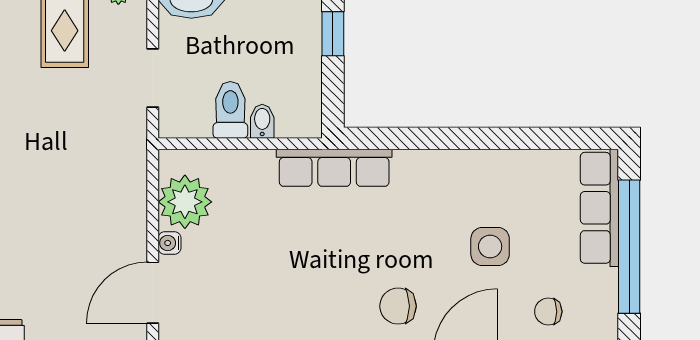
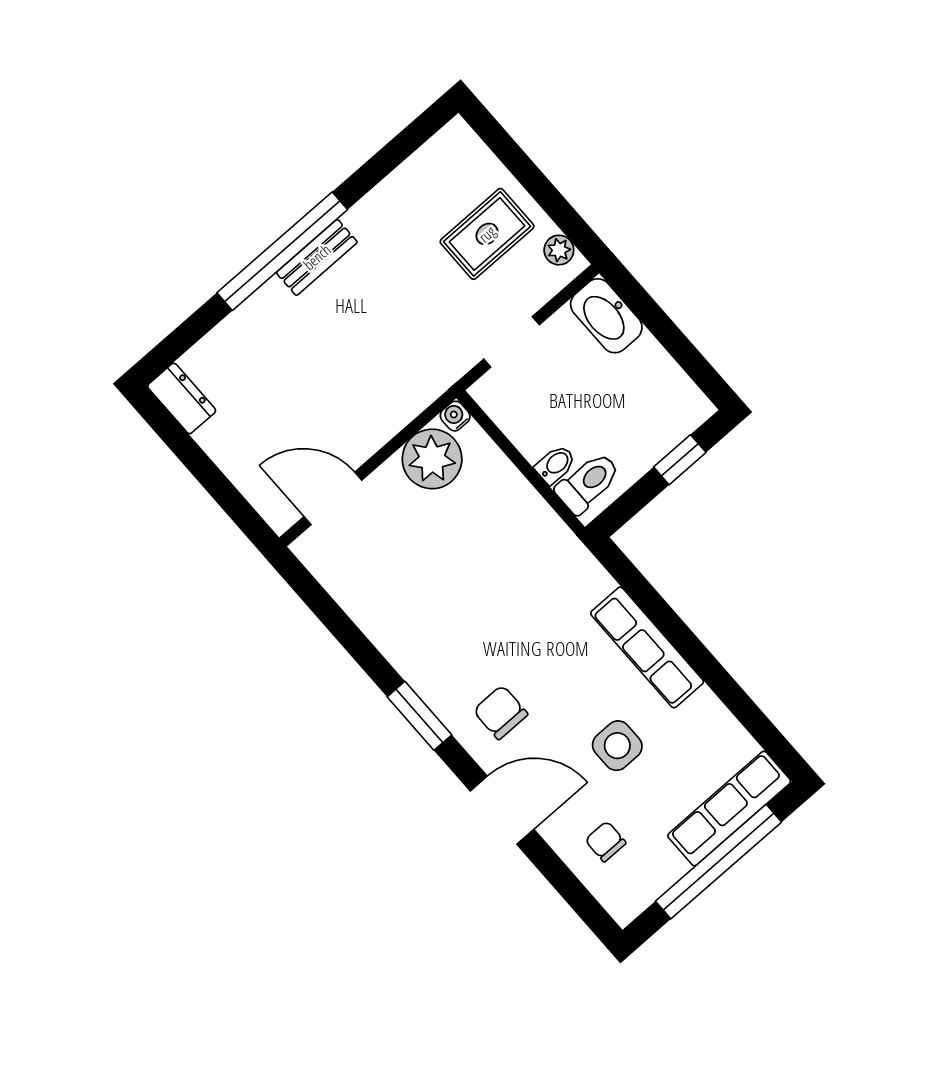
toilet: (230, 110) -> (588, 483), moved
row of seats: (334, 168) -> (647, 647), moved
water cooler: (169, 243) -> (455, 416), moved

